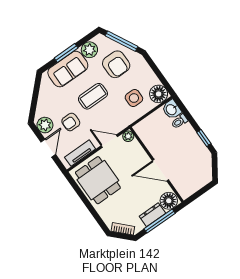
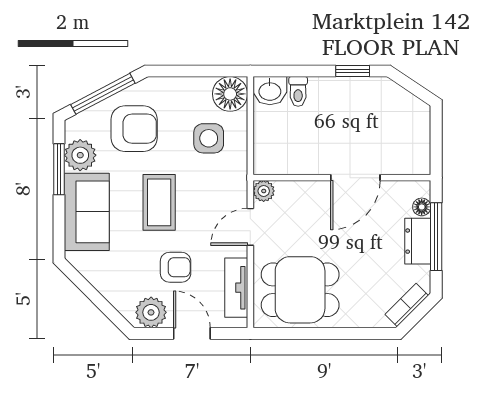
window: (66, 53) -> (59, 169), moved
armchair: (71, 122) -> (176, 267), turned -90
floor lamp: (169, 201) -> (422, 207), width x0.53, depth x0.53

